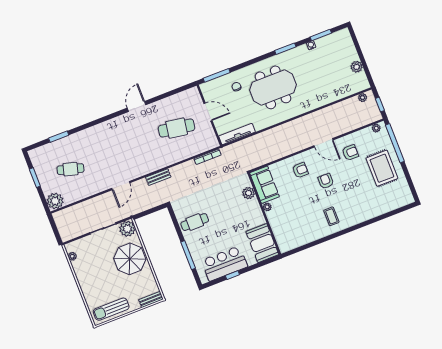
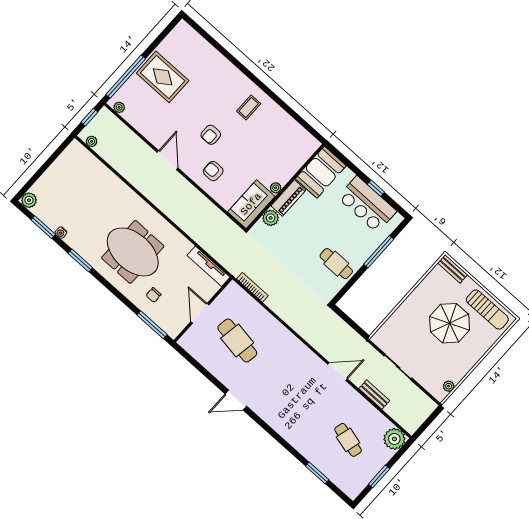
plant: (357, 67) -> (29, 200), moved
armchair: (350, 153) -> (163, 123), removed
rug: (382, 168) -> (163, 77), turned 90
bench: (158, 177) -> (374, 395), moved
piano: (256, 212) -> (288, 198), added
plant: (127, 229) -> (384, 338), removed
parasol: (130, 259) -> (450, 323), moved

